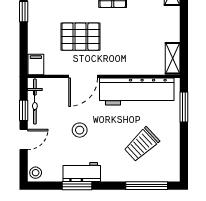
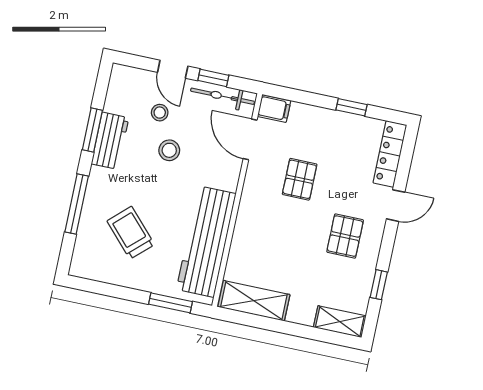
pallet: (80, 37) -> (300, 179), width x0.67, depth x0.71
shelving: (173, 58) -> (254, 301), width x1.50, depth x1.33
door: (83, 76) -> (250, 139), moved
stool: (36, 173) -> (160, 113), moved
window: (147, 186) -> (77, 204), moved

